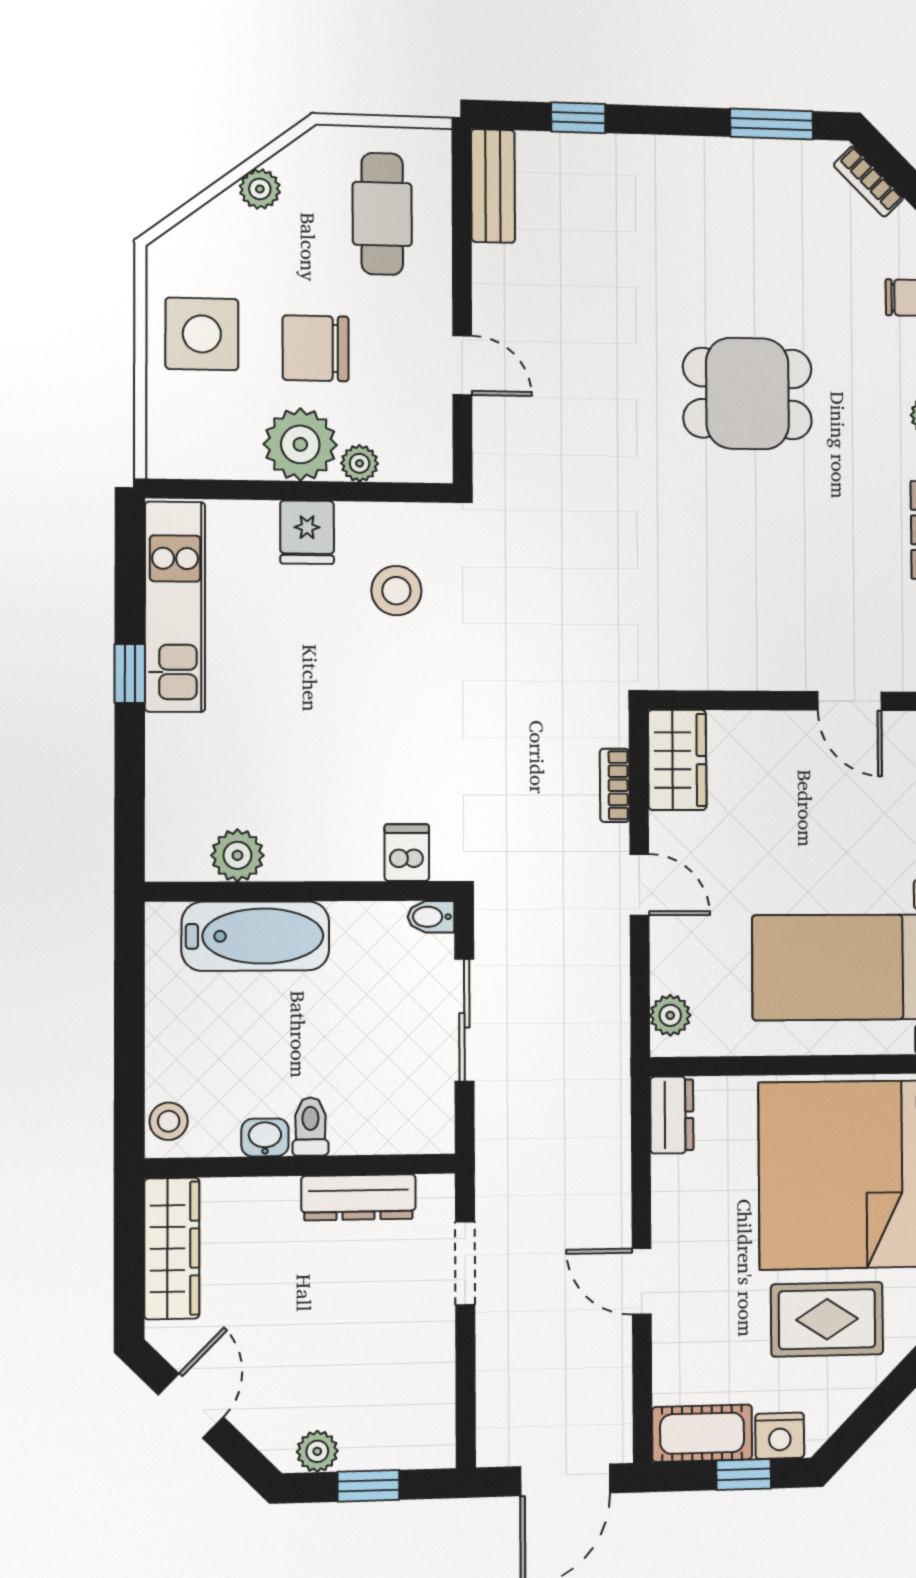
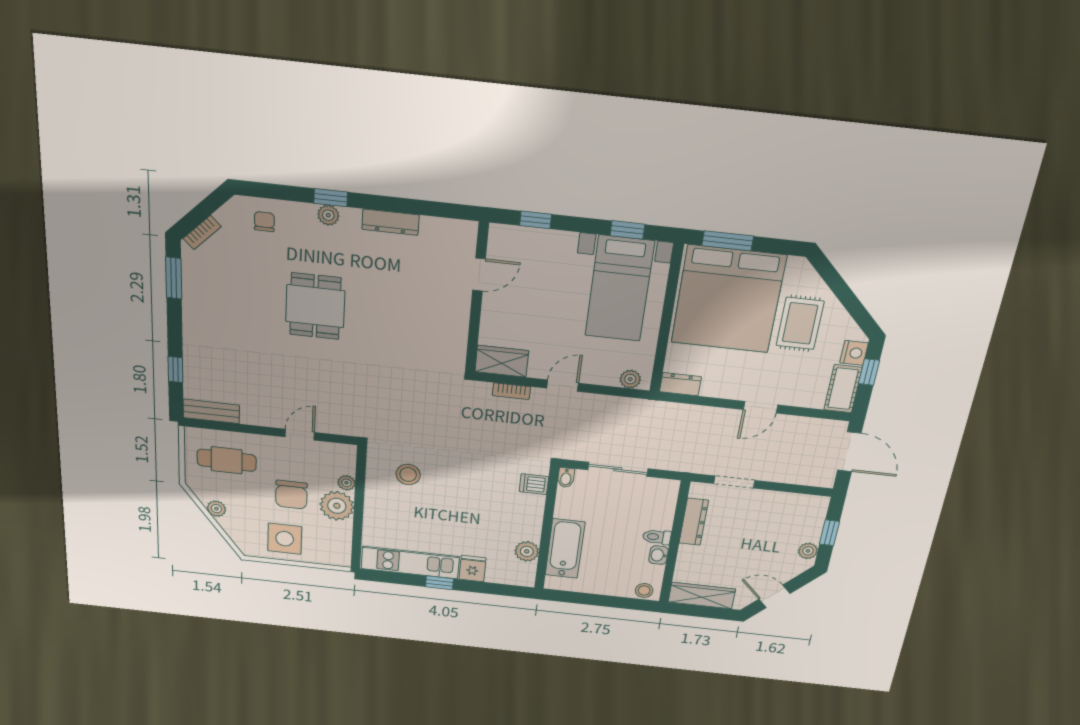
fridge: (307, 532) -> (473, 569), moved, turned -90

